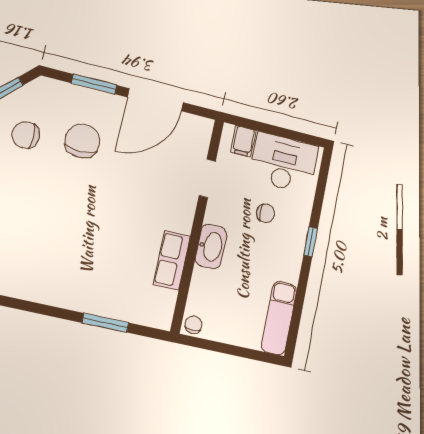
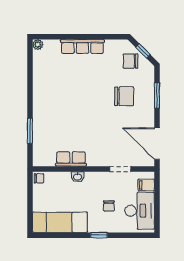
door: (155, 100) -> (157, 144), moved
chair: (26, 135) -> (131, 61), moved, turned -90
washbasin: (211, 246) -> (78, 177), width x0.52, depth x0.69
exam couch: (279, 318) -> (60, 222), width x1.36, depth x1.45

